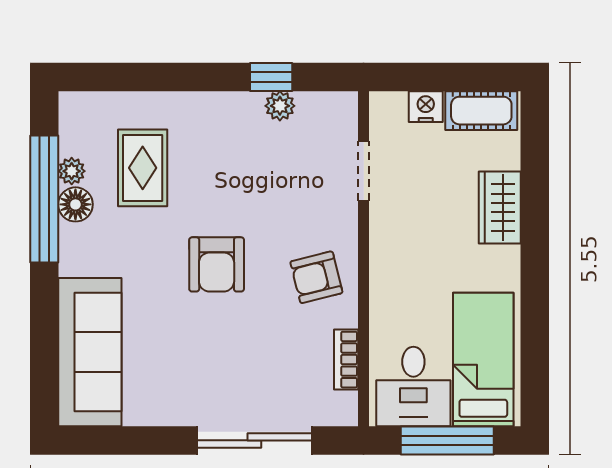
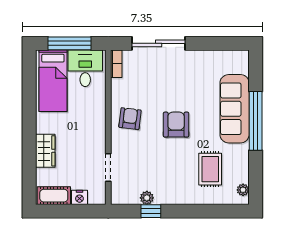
plant: (72, 171) -> (243, 190), moved
window: (44, 199) -> (256, 121), moved
floor lamp: (75, 204) -> (241, 152), removed
armchair: (316, 277) -> (130, 119), turned -69
sofa: (90, 352) -> (235, 109), moved
bookcase: (346, 360) -> (116, 64), moved

